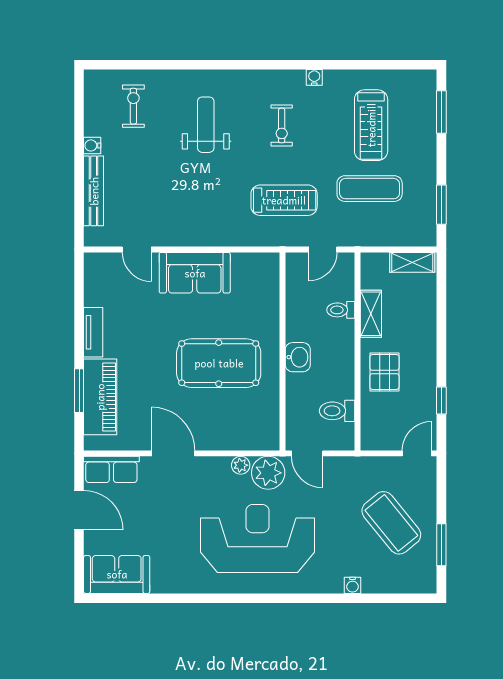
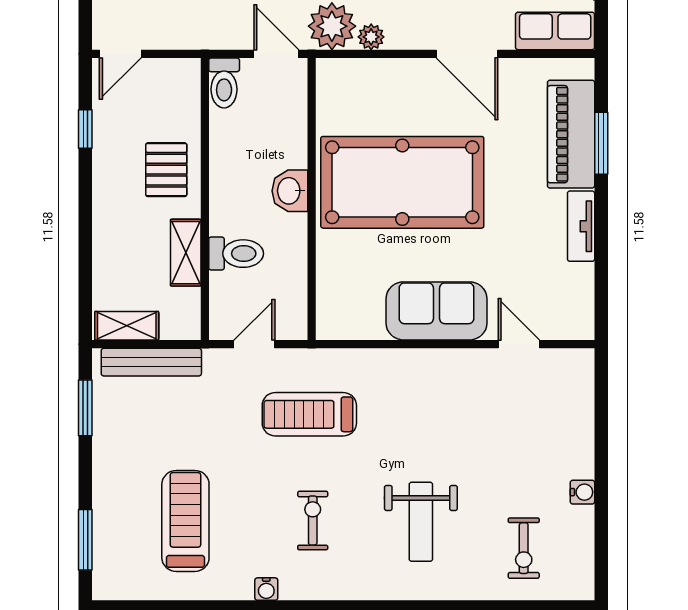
exercise mat: (370, 189) -> (188, 431), removed
bench: (94, 191) -> (151, 362), moved, turned 90
toilet: (341, 310) -> (236, 254), width x1.37, depth x1.39
pool table: (219, 363) -> (402, 182), width x1.36, depth x1.32
toilet: (337, 411) -> (224, 83), moved, turned 90

